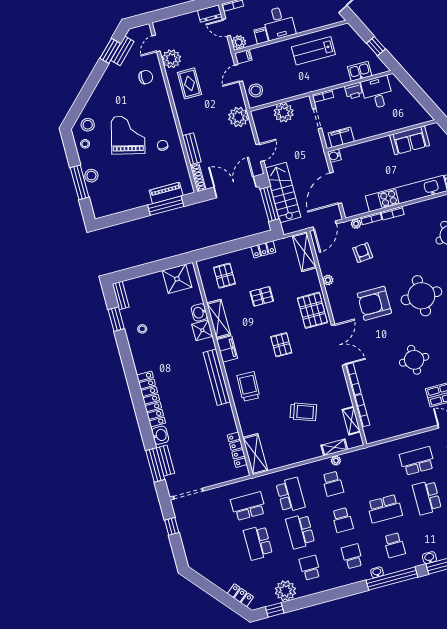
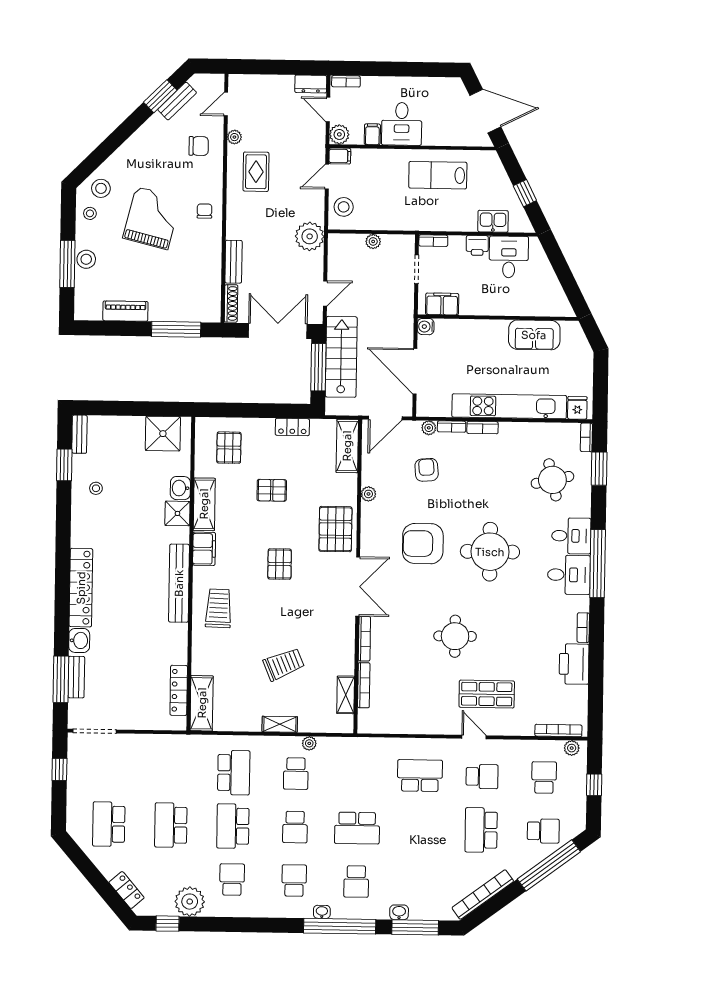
plant: (171, 59) -> (234, 137), width x0.53, depth x0.53
plant: (284, 113) -> (373, 241), width x0.53, depth x0.53
chair: (163, 145) -> (204, 211), moved
door: (336, 188) -> (415, 371), hinge flipped
piano: (166, 193) -> (125, 311), moved
trolley: (303, 412) -> (284, 664), turned -42
shelving: (334, 447) -> (280, 724), moved
school desk: (427, 497) -> (419, 829), removed
school desk: (248, 506) -> (109, 824), moved, turned -90

